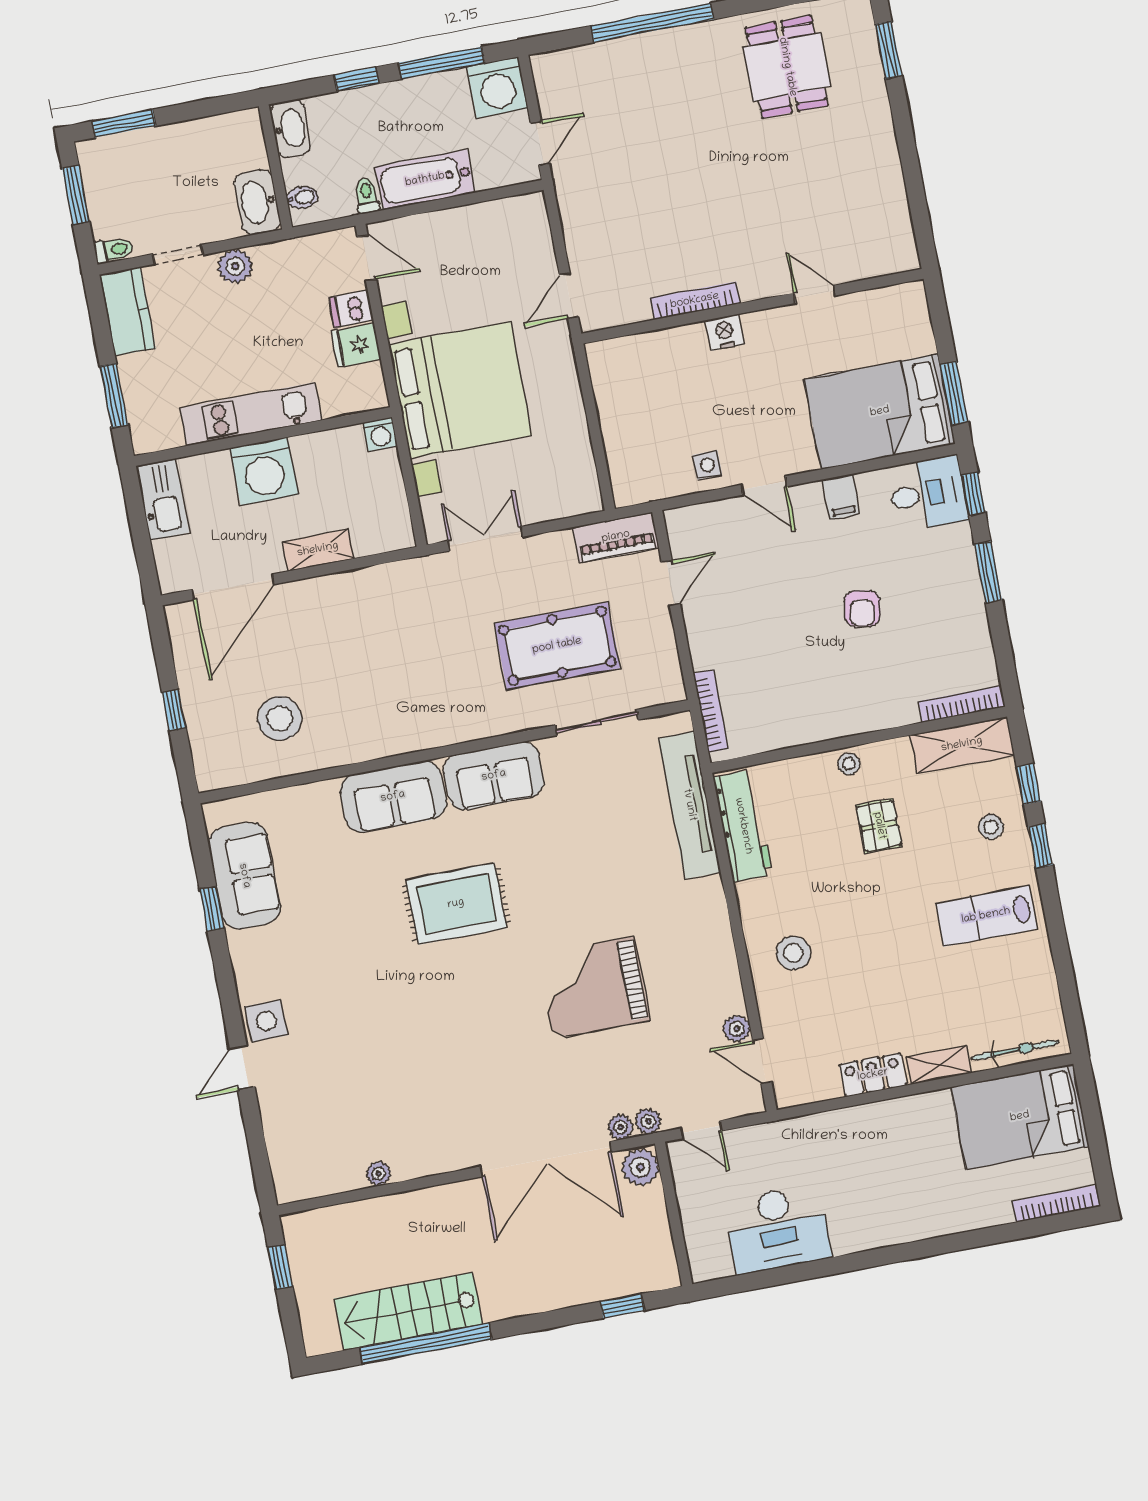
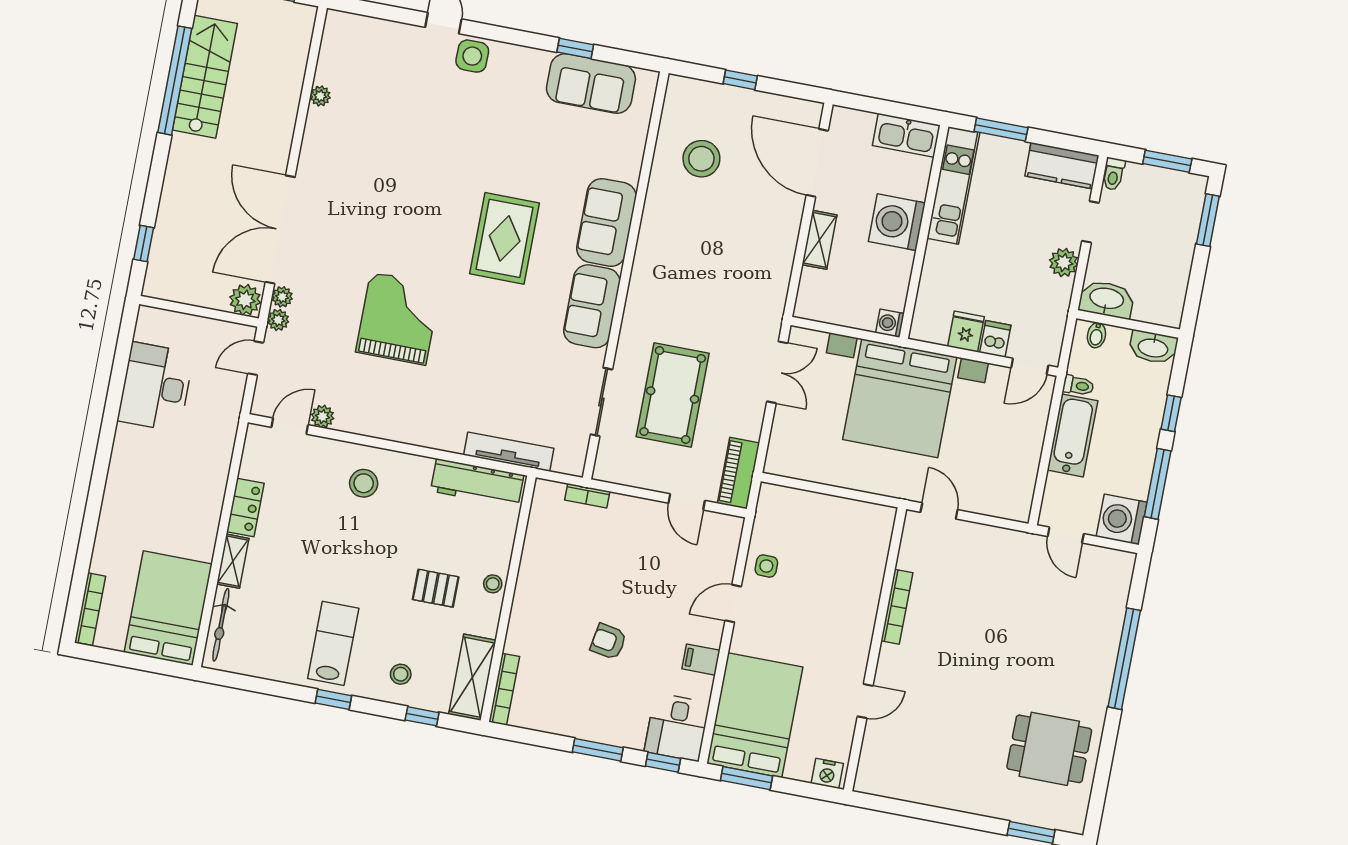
nightstand: (725, 332) -> (827, 773), moved, turned 90
kitchen unit: (251, 414) -> (953, 185), moved
bookcase: (711, 711) -> (587, 496), width x0.64
tv unit: (689, 805) -> (509, 452), width x0.73, depth x0.78
window: (1040, 846) -> (333, 699), moved

